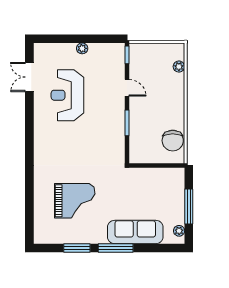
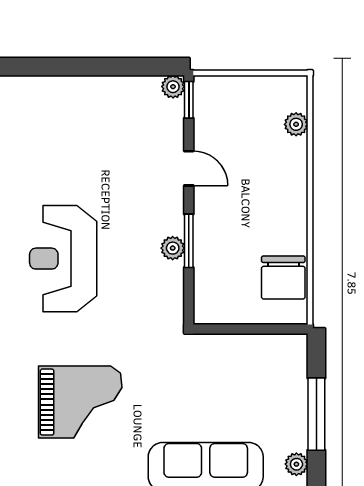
plant: (82, 48) -> (173, 87), moved
reception desk: (67, 95) -> (63, 259), moved
plant: (119, 126) -> (173, 248), added

